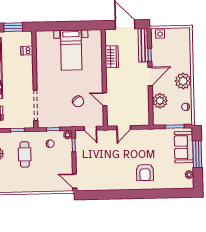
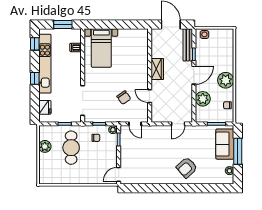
bed with nightstands: (71, 50) -> (101, 48), moved
wardrobe: (112, 57) -> (157, 69), moved
door: (124, 128) -> (178, 124), moved
cafe table: (25, 154) -> (71, 148), width x1.37, depth x1.35
armchair: (145, 172) -> (187, 168), turned 48
door: (75, 181) -> (119, 174), hinge flipped

